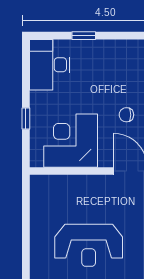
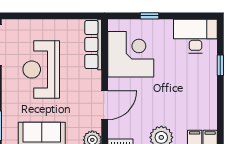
chair: (126, 115) -> (153, 102), removed
row of seats: (59, 184) -> (93, 45), added

